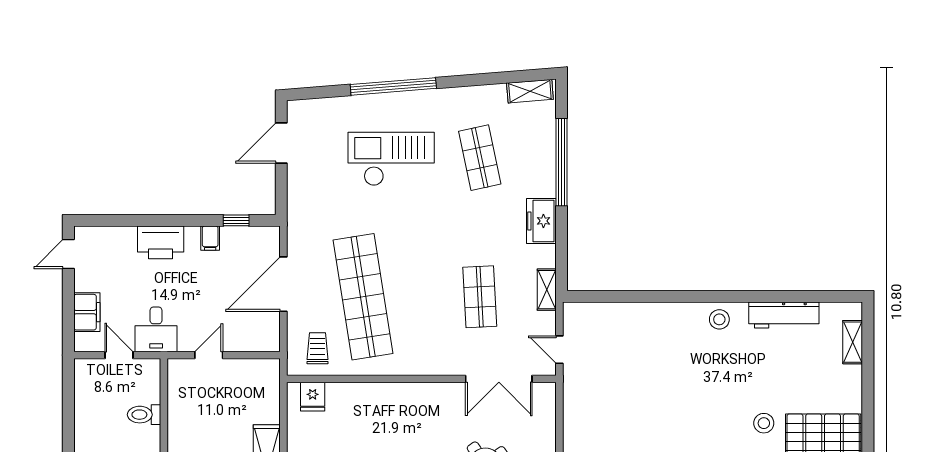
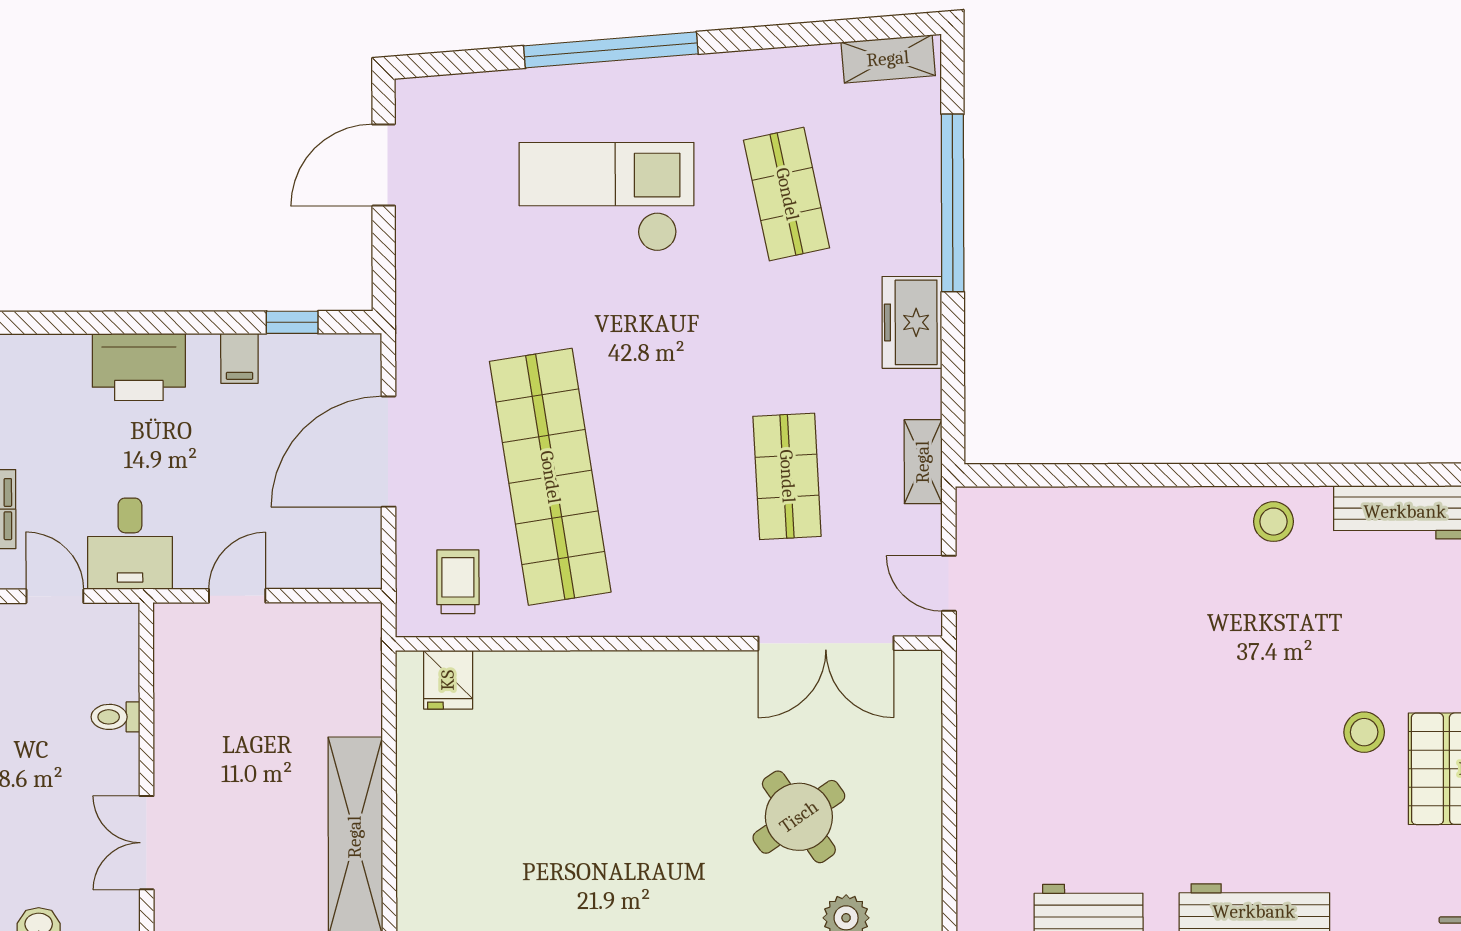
toilet: (144, 415) -> (115, 717), width x0.73, depth x0.72

